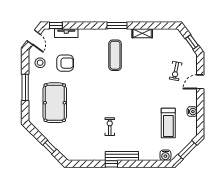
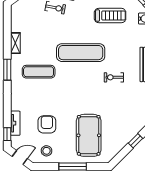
exercise mat: (133, 95) -> (81, 53), added
pool table: (55, 103) -> (89, 135), turned 90

